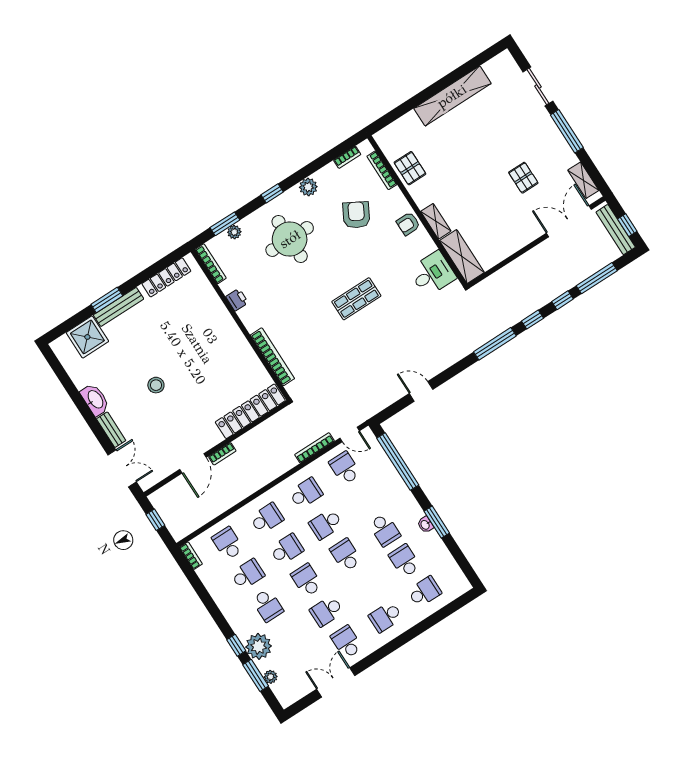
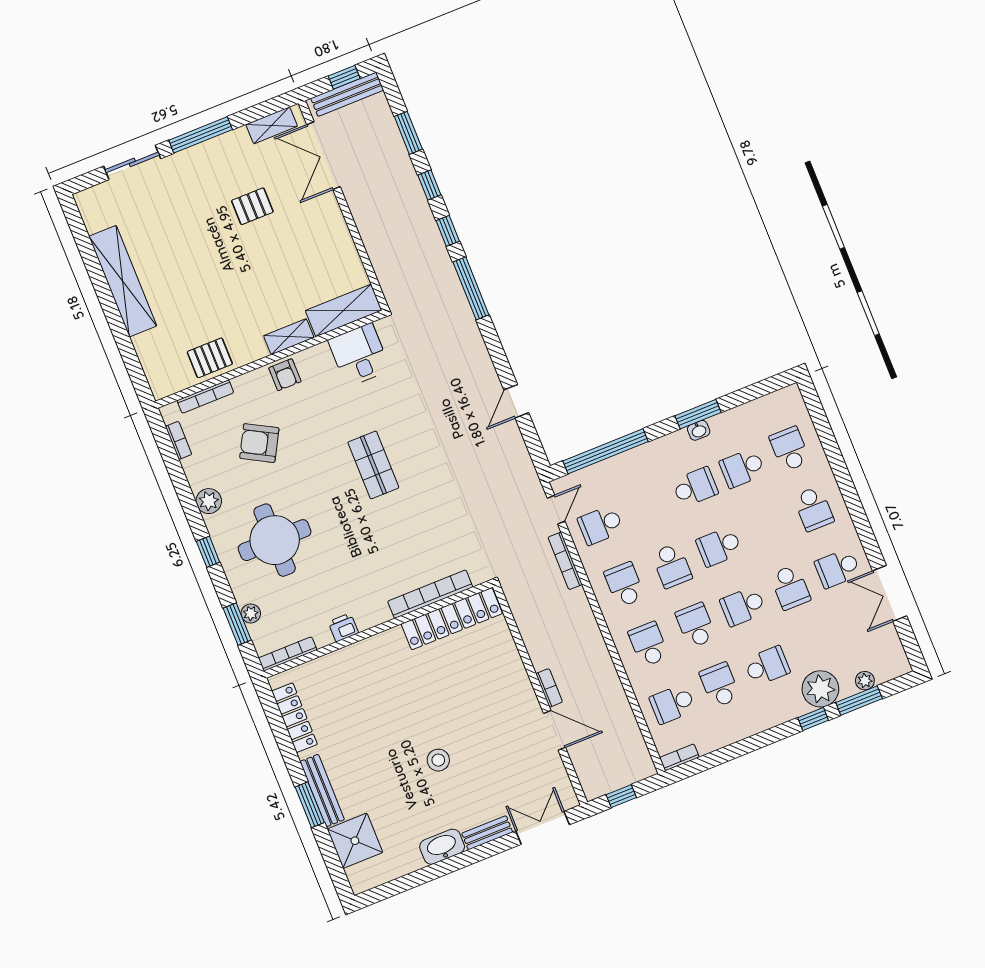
window: (597, 278) -> (408, 133), width x0.69
locker: (250, 411) -> (452, 619), moved, turned -90

